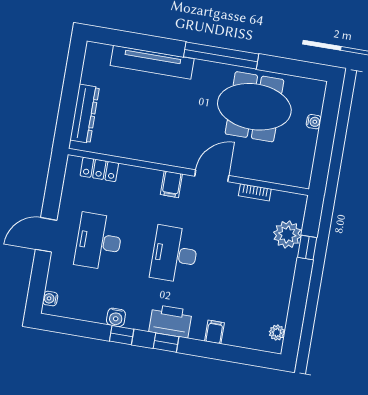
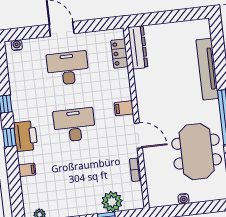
dresser: (85, 114) -> (138, 47), moved, turned -90
water cooler: (314, 122) -> (184, 199), moved
water cooler: (116, 317) -> (17, 96), removed

